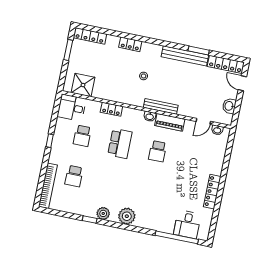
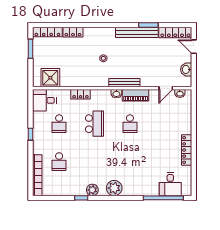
locker: (130, 44) -> (73, 32), moved

